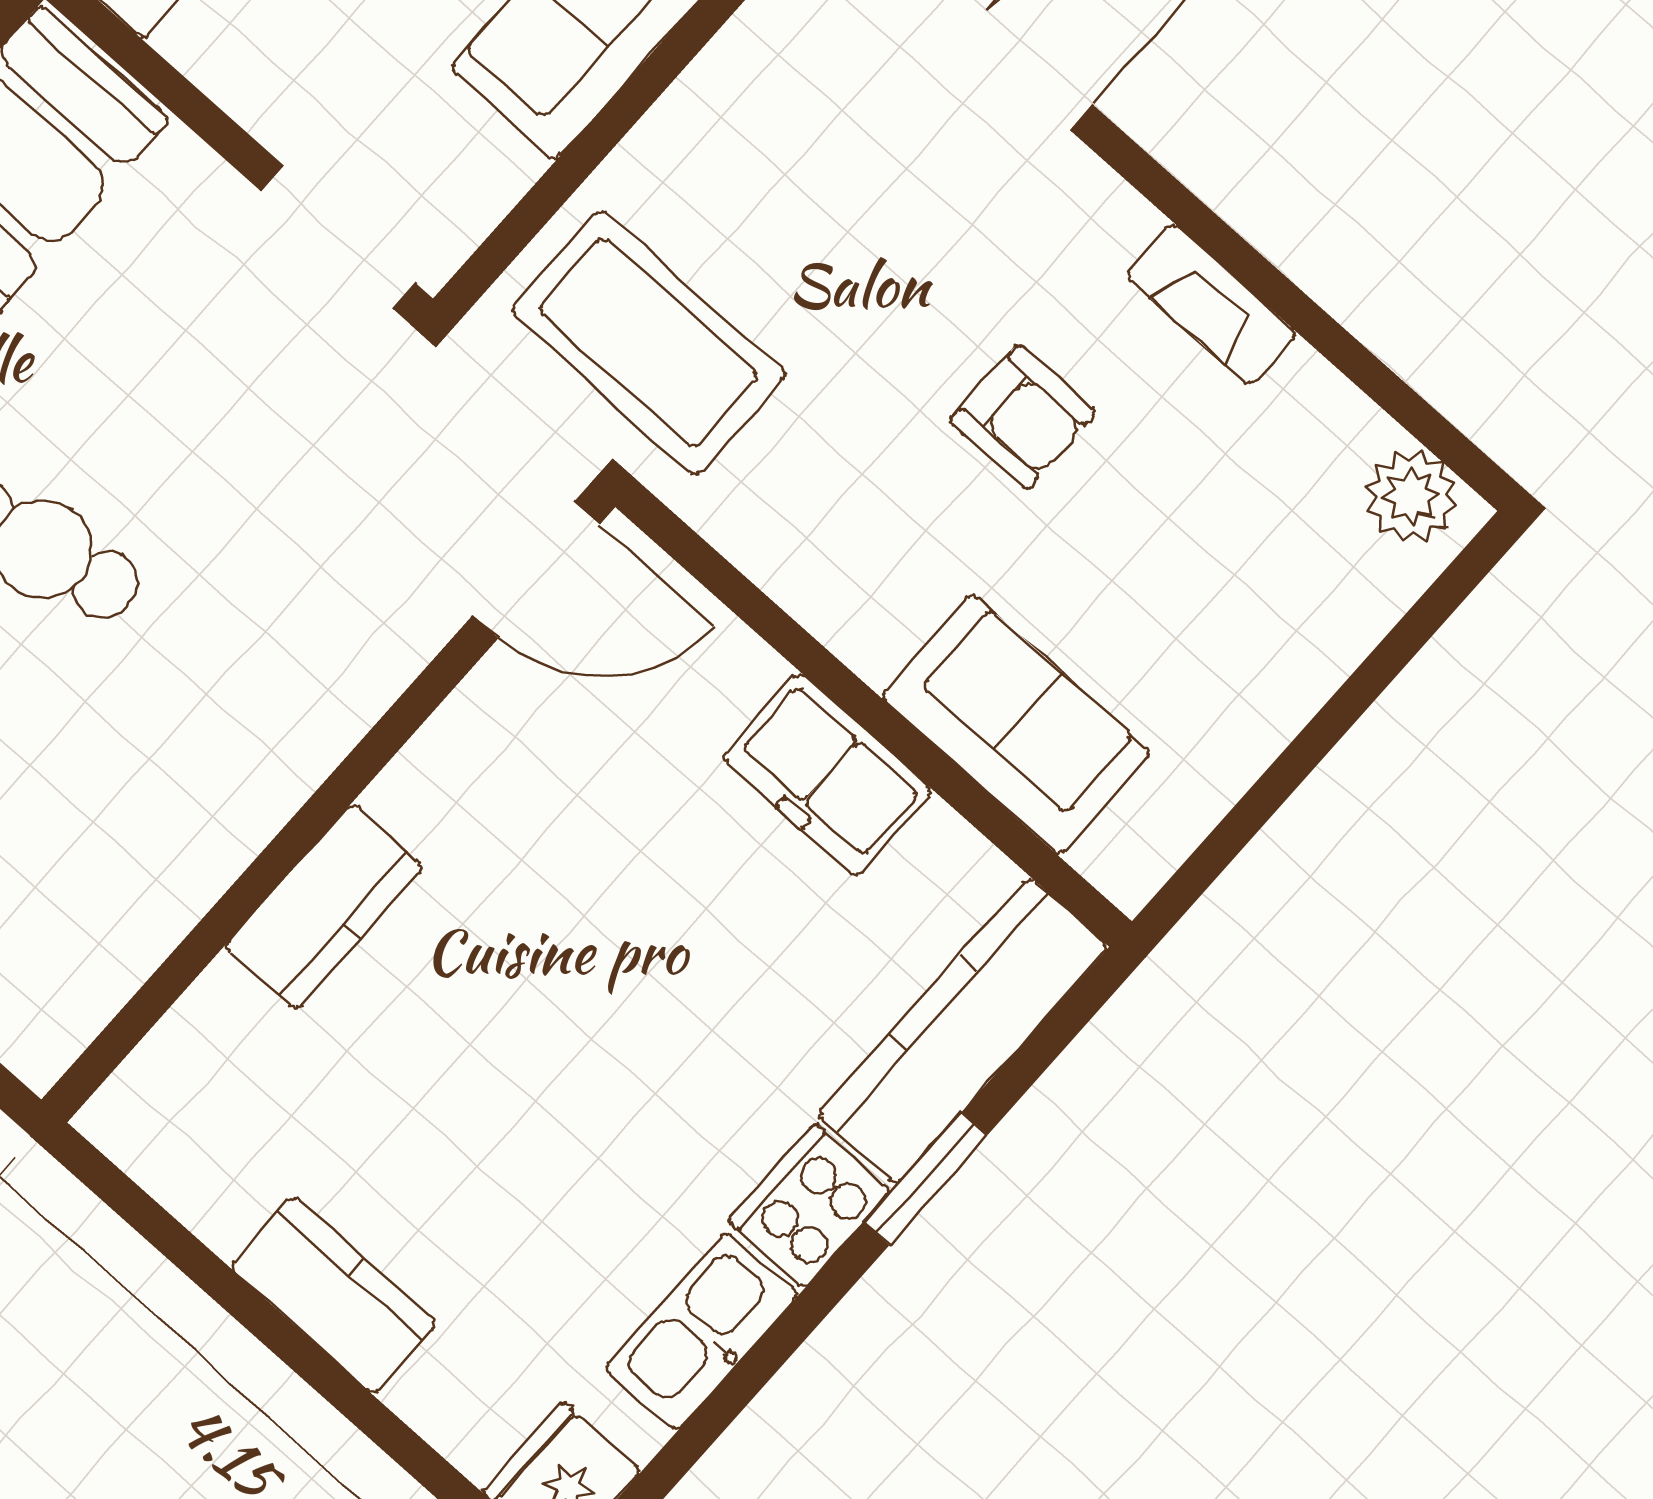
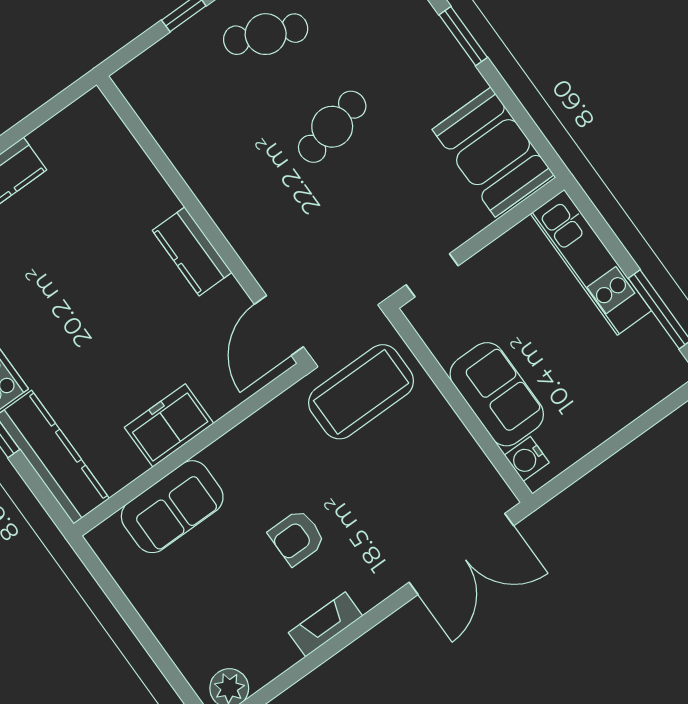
doorway: (338, 237) -> (432, 275), width x0.73
kitchen counter: (324, 907) -> (192, 251), moved

